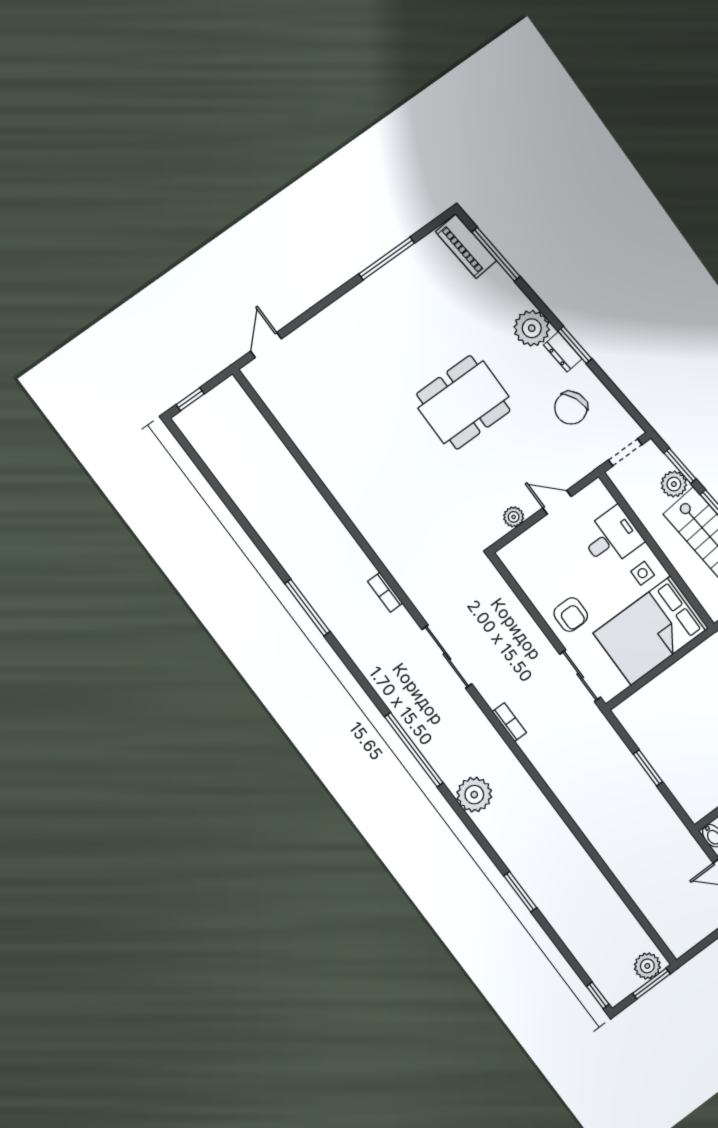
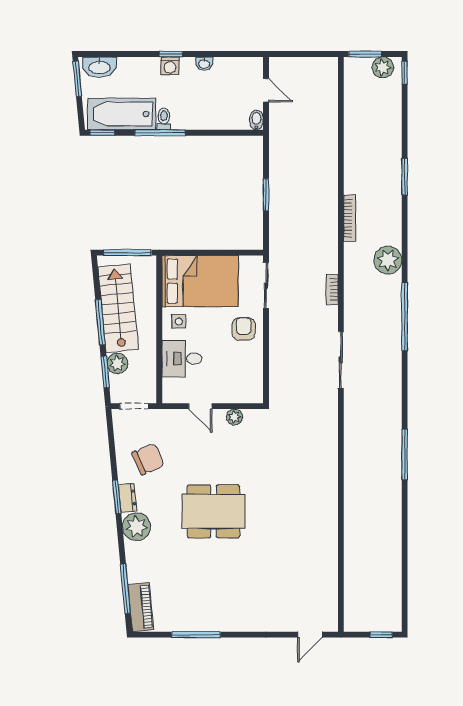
bookcase: (385, 592) -> (350, 218), moved, width x1.56
plant: (647, 966) -> (383, 67), moved

